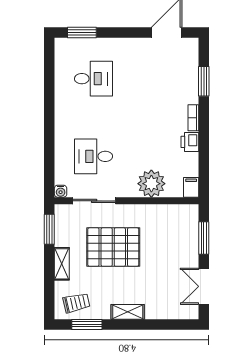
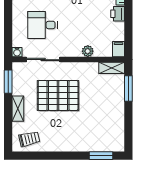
plant: (151, 184) -> (88, 51), width x0.53, depth x0.53
double door: (204, 286) -> (128, 126), removed
shelving: (128, 312) -> (112, 68), moved
window: (87, 324) -> (101, 156), moved

